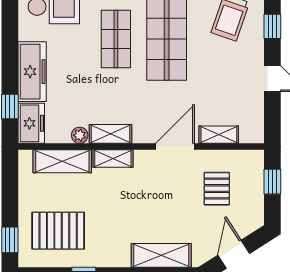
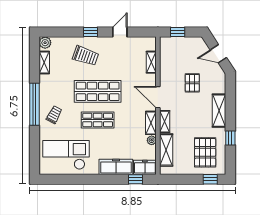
door: (175, 147) -> (158, 97), moved
pallet: (217, 189) -> (192, 83), moved, turned 90
shelving: (161, 255) -> (219, 111), moved

